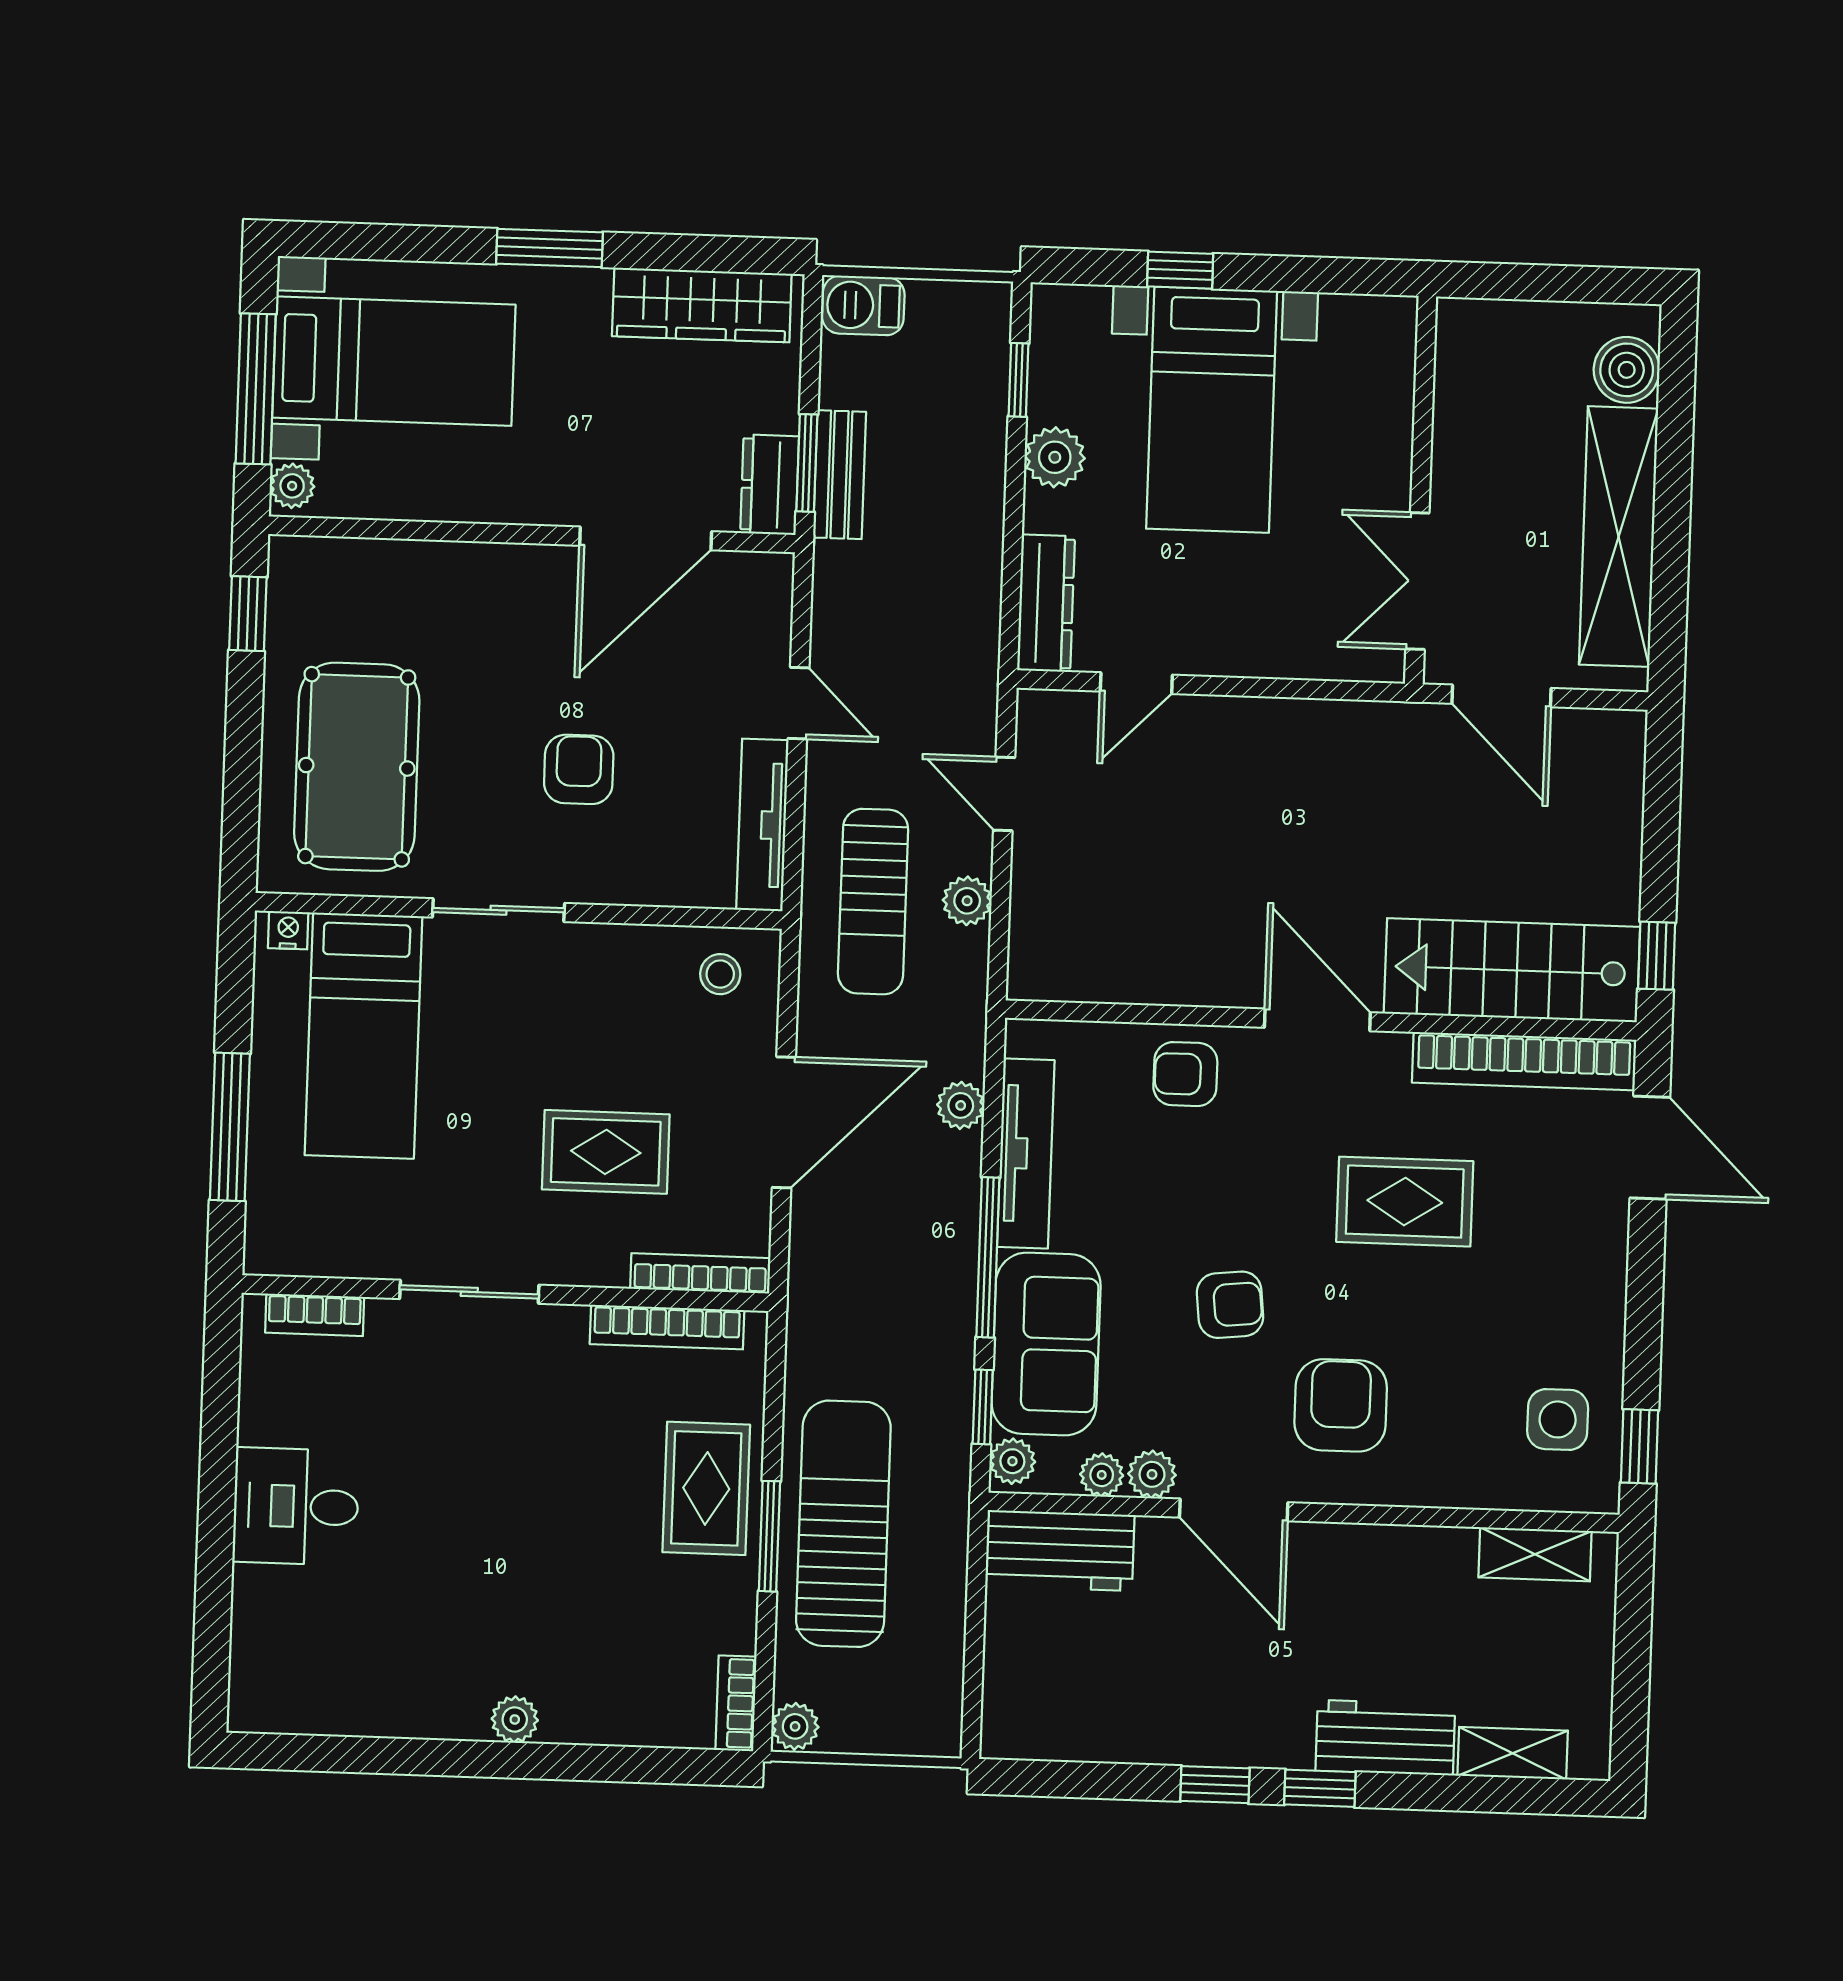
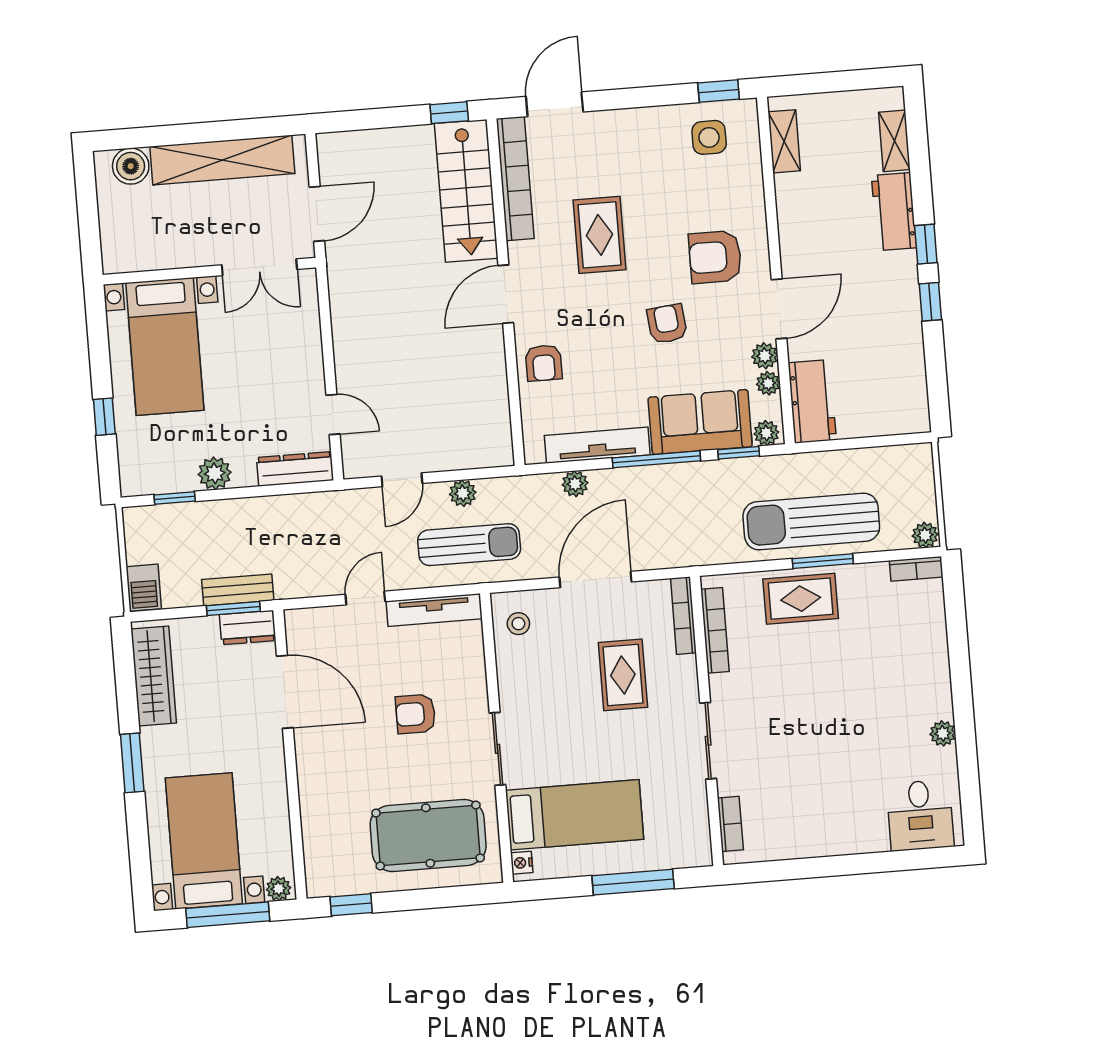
bed with nightstands: (1212, 410) -> (165, 347), moved, turned 90
door: (784, 1122) -> (596, 579), hinge flipped
desk: (296, 1506) -> (920, 815), moved
plant: (515, 1719) -> (943, 733), moved

